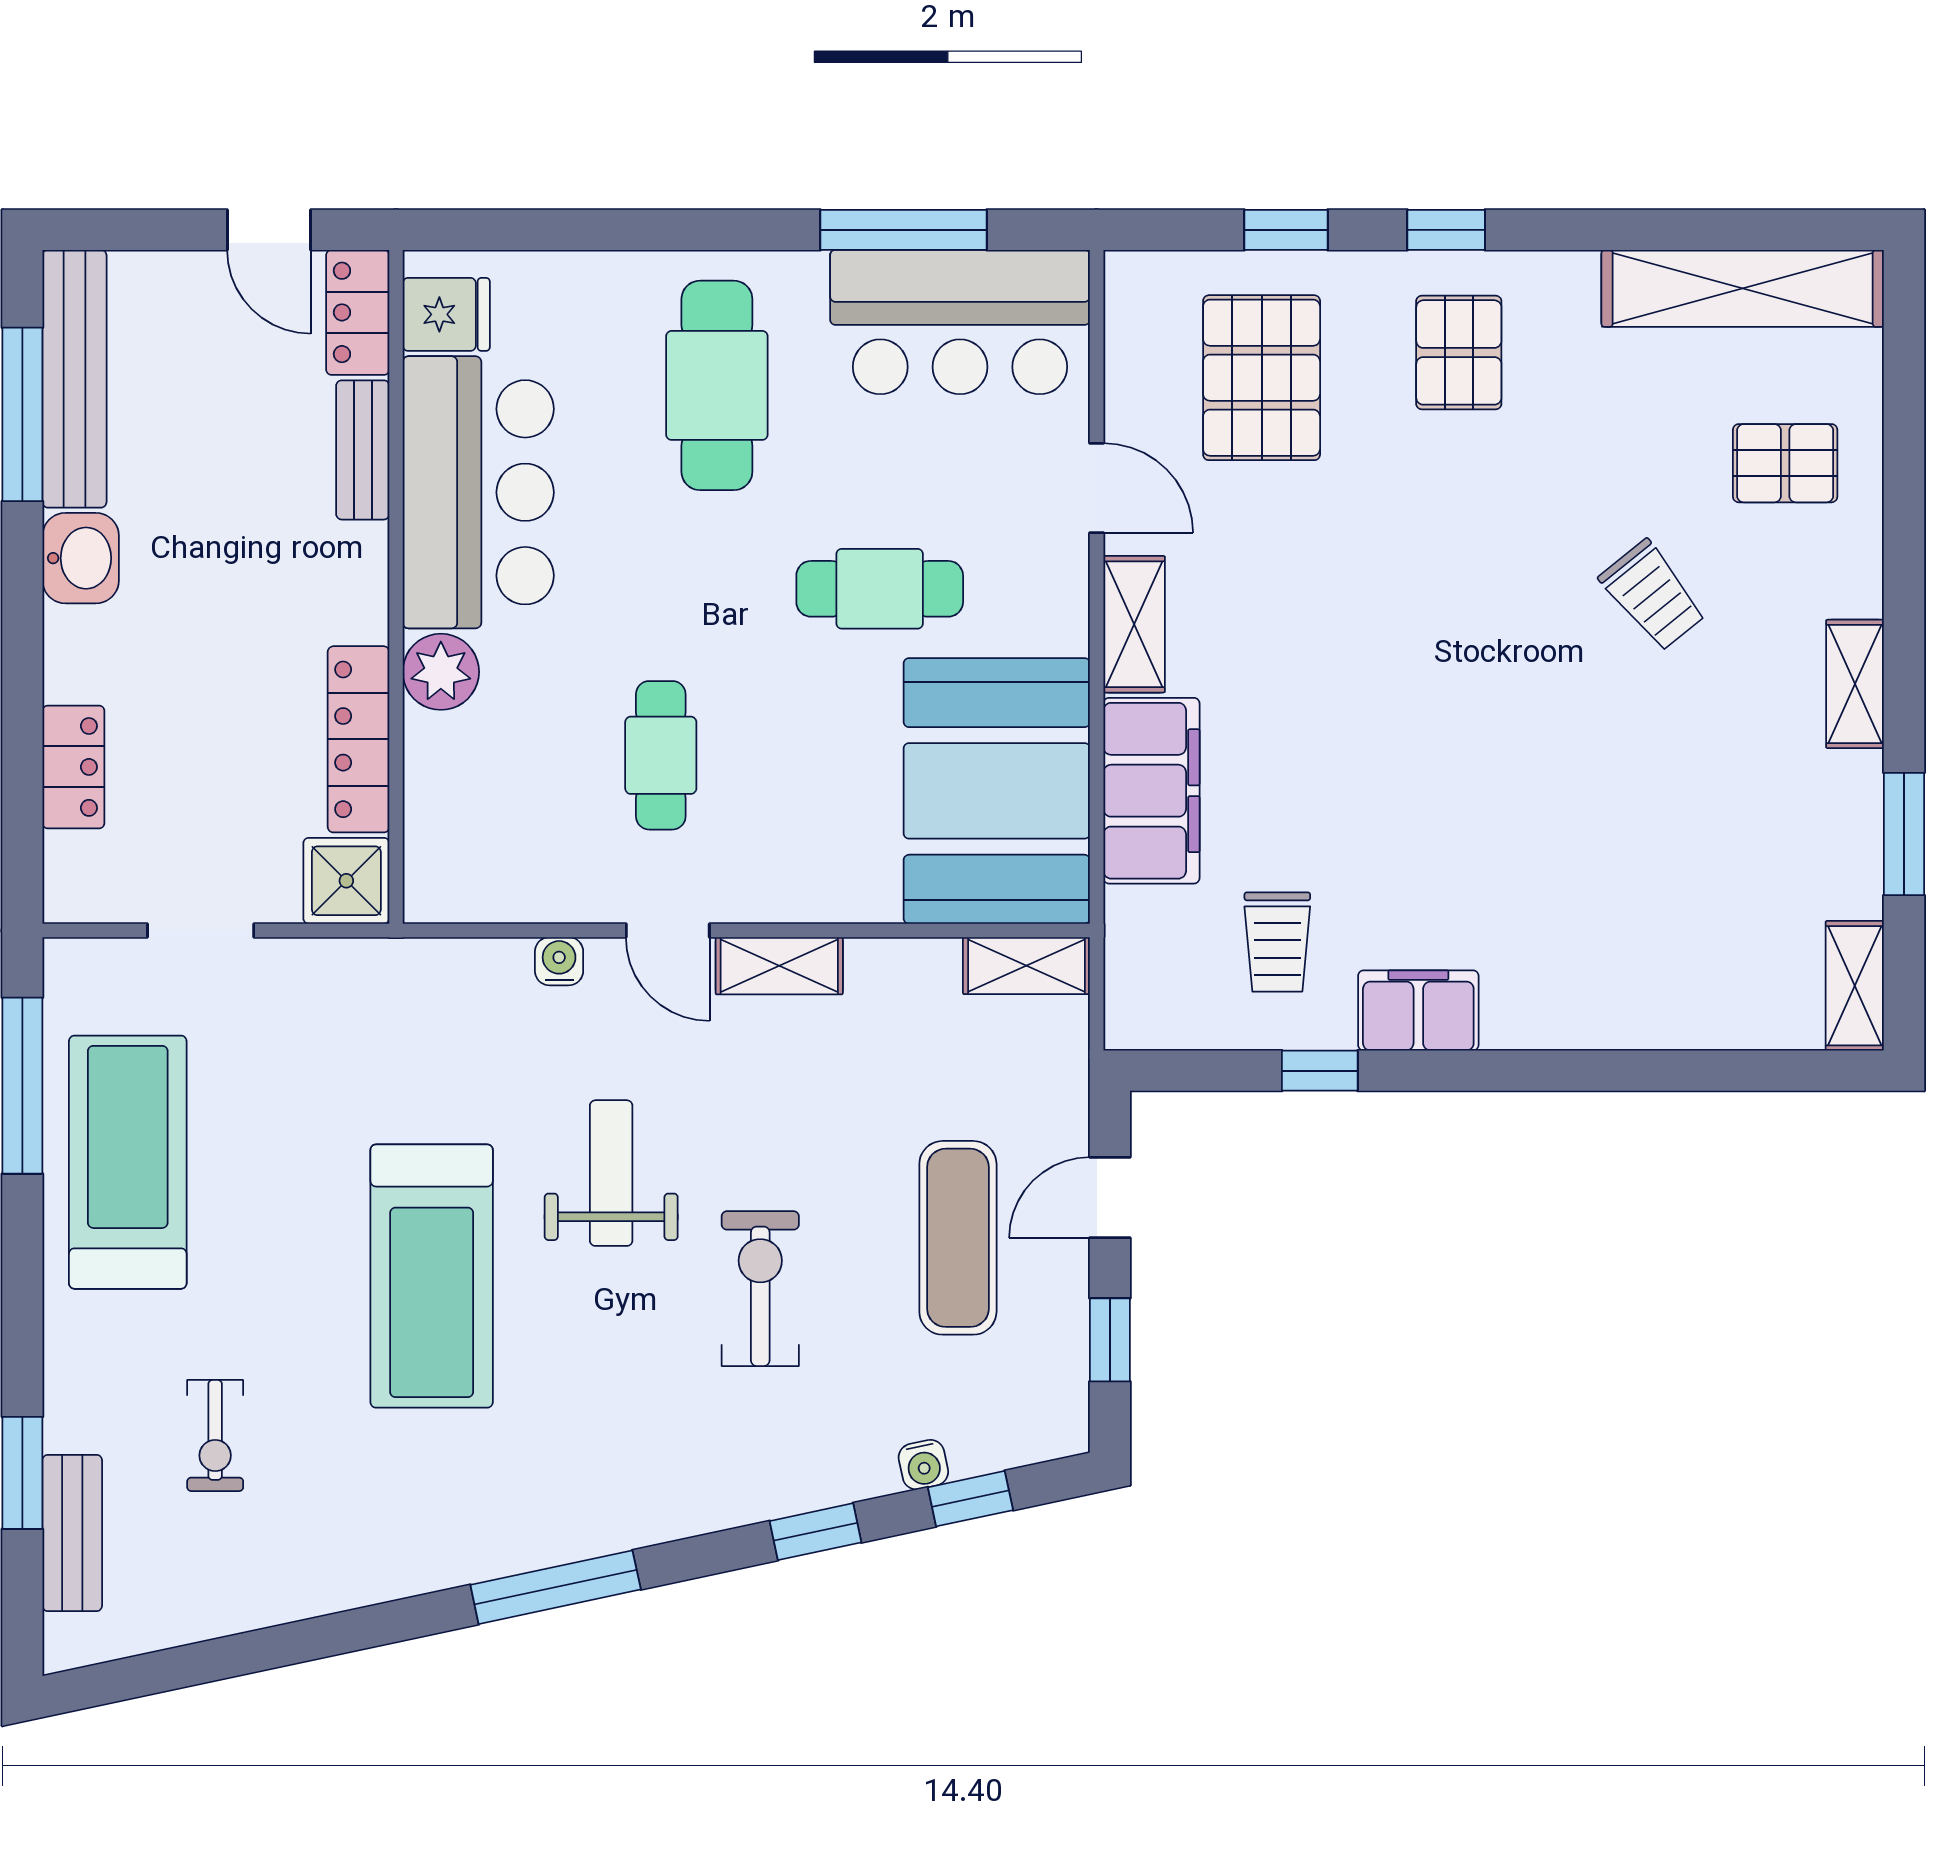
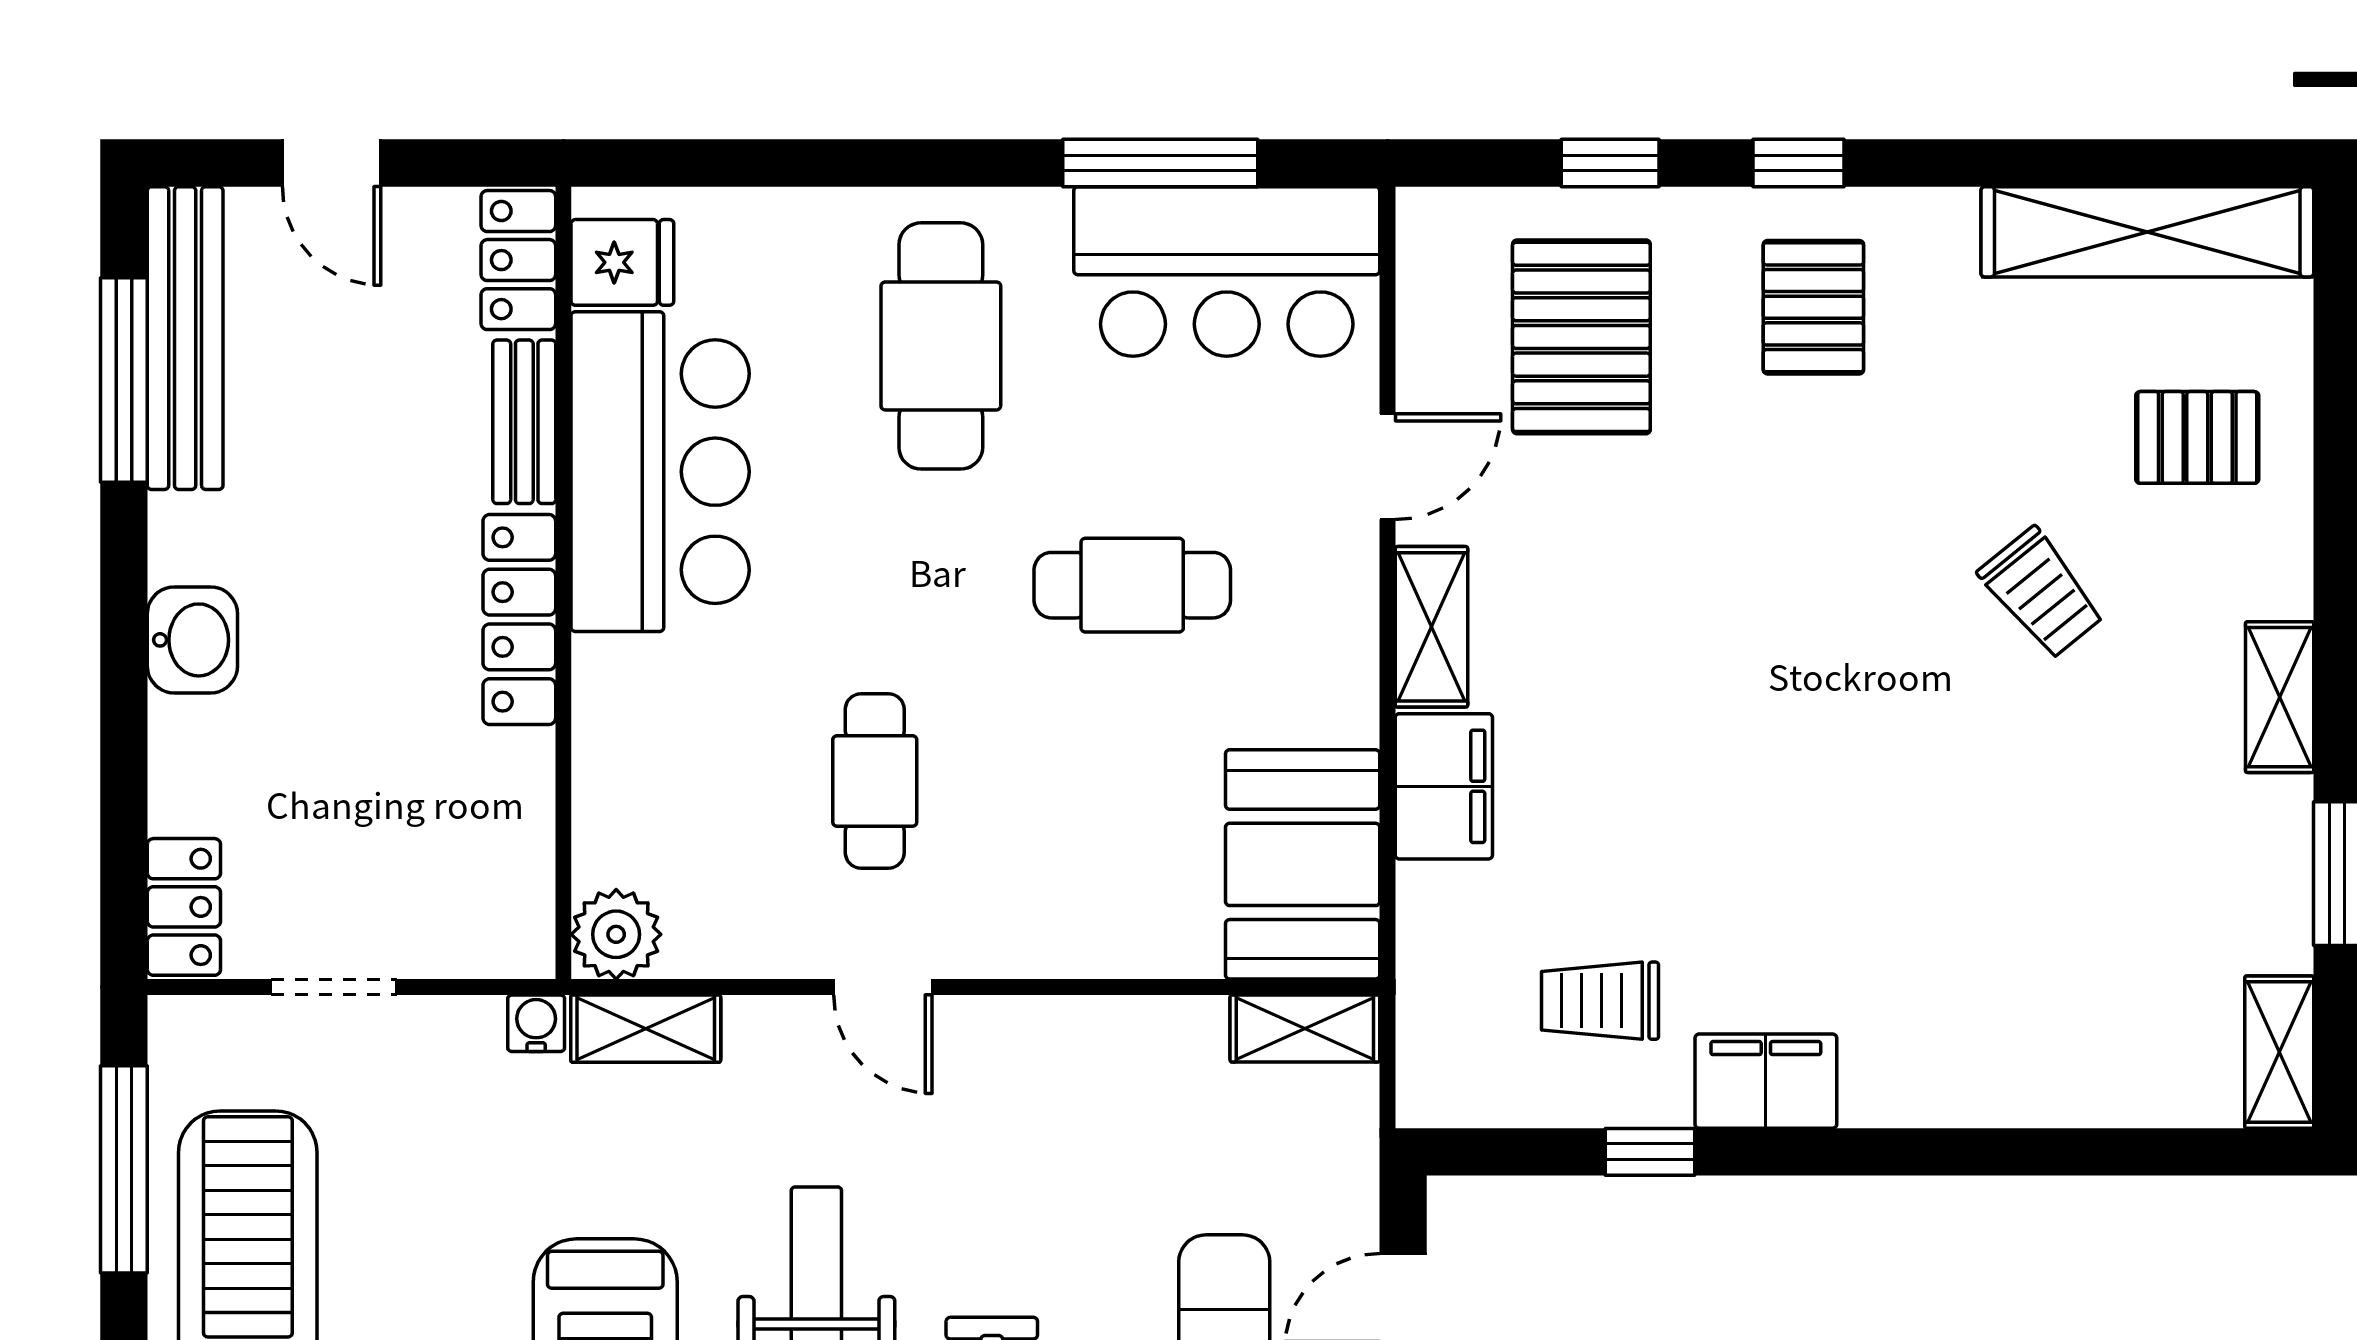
door: (269, 230) -> (332, 163), moved
door: (1097, 488) -> (1387, 467), hinge flipped
washbasin: (81, 558) -> (192, 640), moved
plant: (441, 672) -> (616, 934), moved
locker: (359, 739) -> (519, 620), moved
locker: (73, 767) -> (184, 907), moved
booth: (997, 791) -> (1303, 864), width x0.73, depth x0.70
filing cabinet: (1151, 791) -> (1444, 786), width x0.67, depth x0.86
shower: (346, 881) -> (505, 929), removed
trolley: (1277, 942) -> (1600, 1001), turned 90
water cooler: (559, 961) -> (536, 1023), moved
shelving: (779, 966) -> (646, 1029), moved

